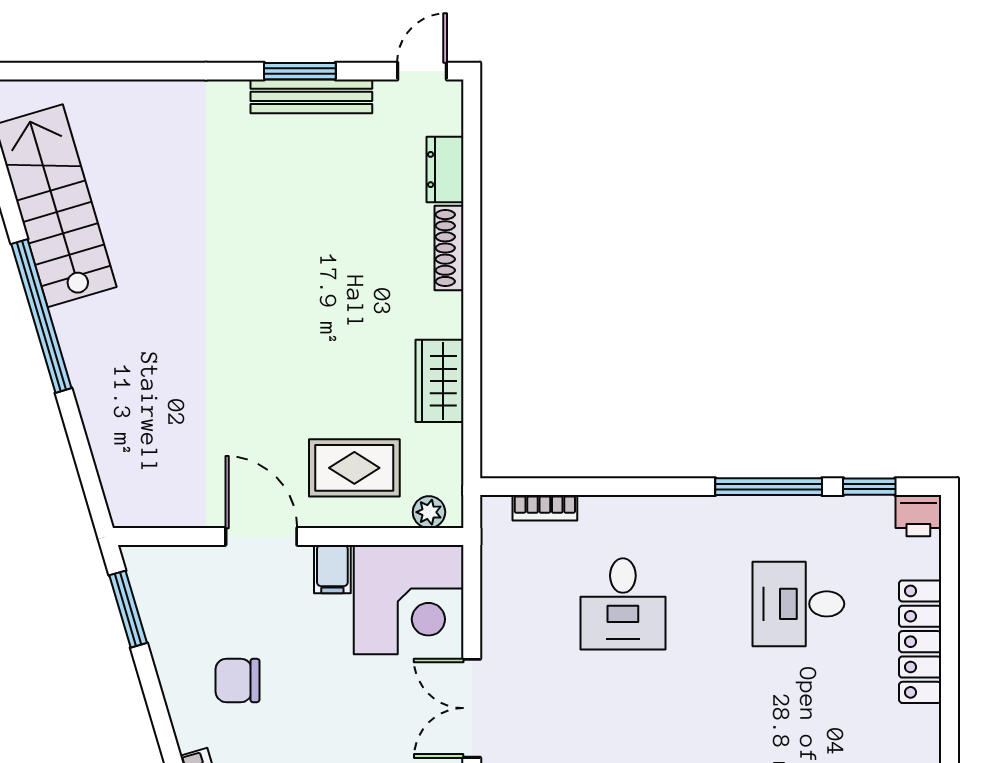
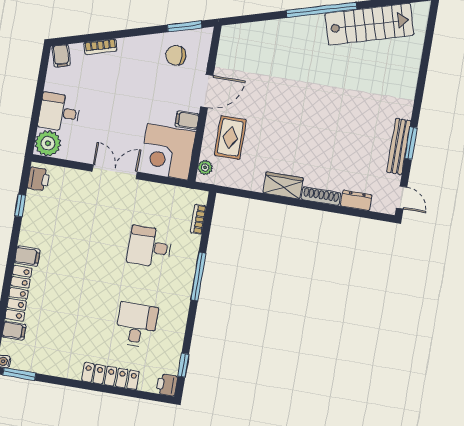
wardrobe: (439, 381) -> (283, 185), moved
window: (769, 487) -> (198, 277), moved
chair: (237, 680) -> (176, 55), moved, turned -91

